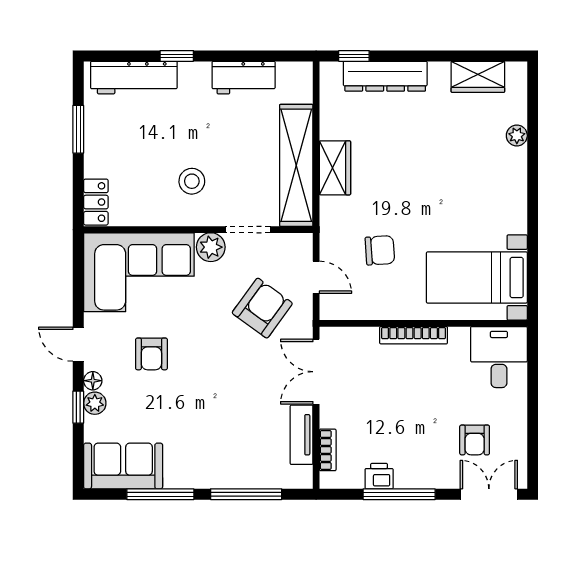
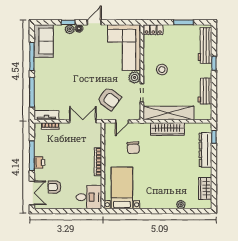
wardrobe: (335, 168) -> (167, 129), width x1.50
armchair: (151, 354) -> (90, 53), removed
tv unit: (302, 435) -> (46, 115), moved
printer: (379, 476) -> (39, 162), moved

